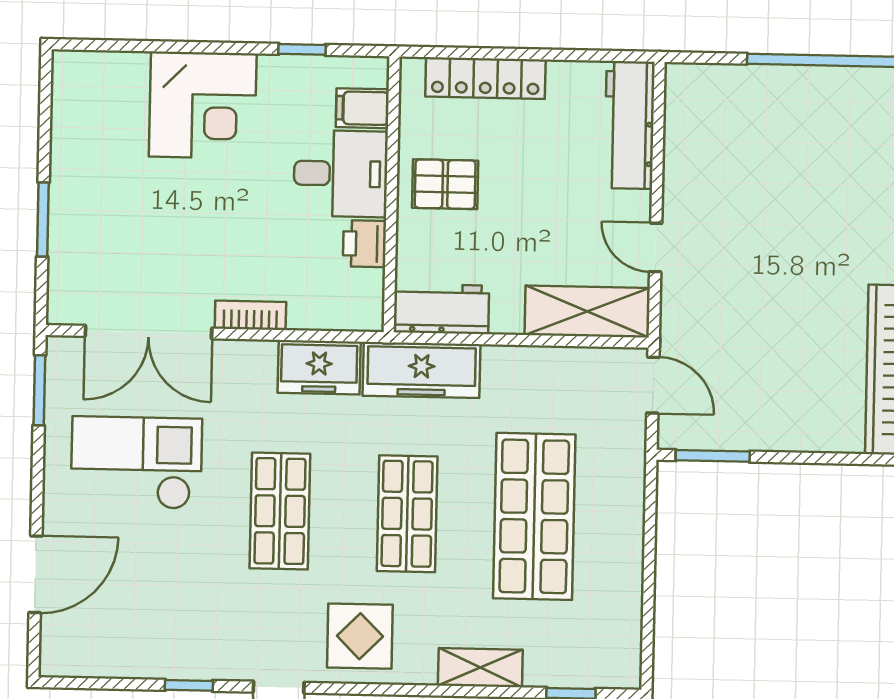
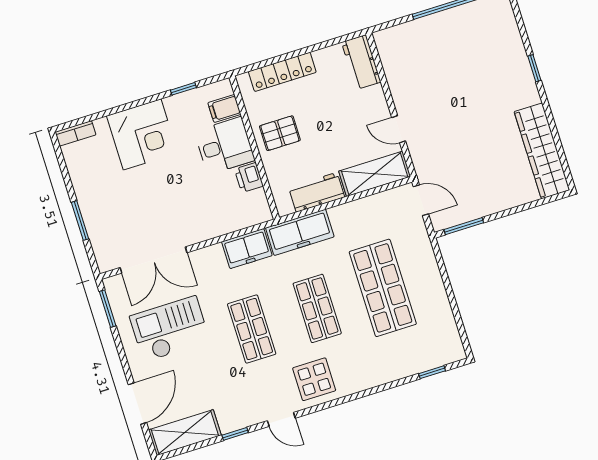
workbench: (629, 125) -> (361, 62), width x0.73
workbench: (441, 309) -> (317, 192), moved
bookcase: (250, 315) -> (76, 133), moved, turned 180
shelving: (480, 668) -> (185, 433), moved, width x1.50, depth x1.33

